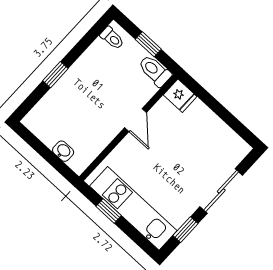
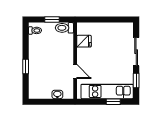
fridge: (180, 96) -> (84, 41), moved
door: (135, 120) -> (75, 71), moved
window: (109, 211) -> (113, 102), moved

